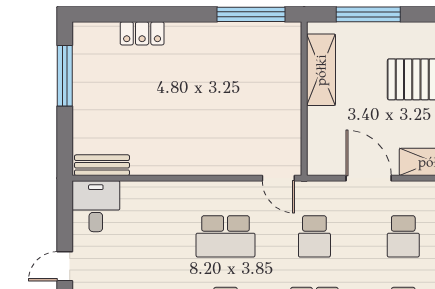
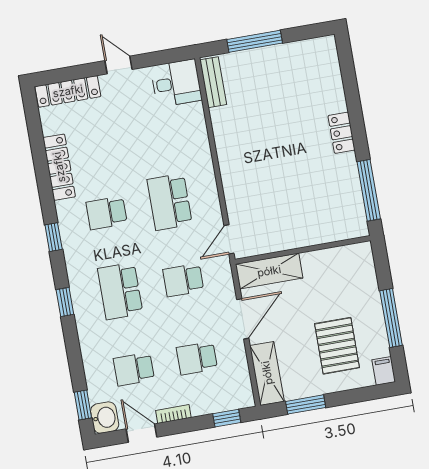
window: (368, 14) -> (391, 318), moved
locker: (142, 33) -> (342, 133), moved
shelving: (321, 70) -> (269, 271), moved
window: (65, 76) -> (255, 41), moved

